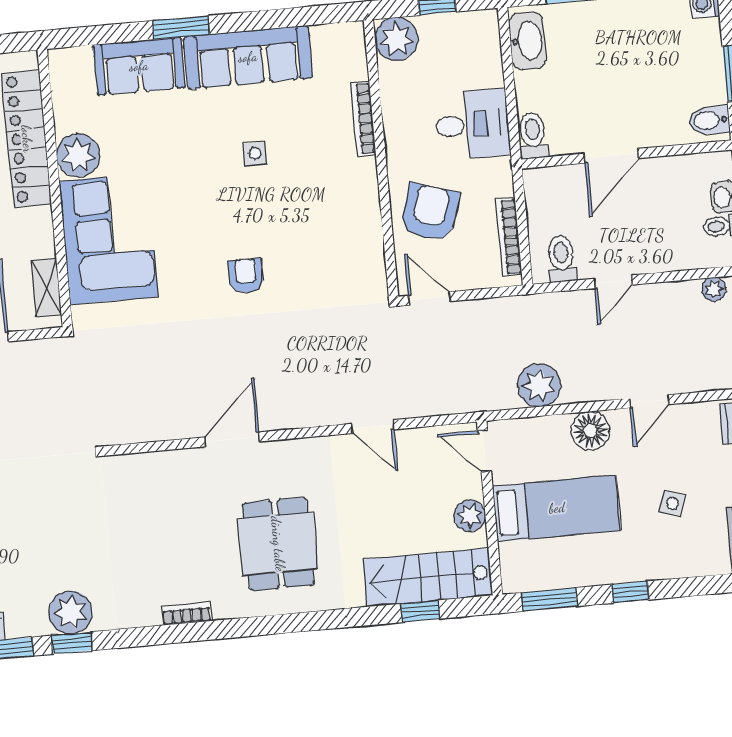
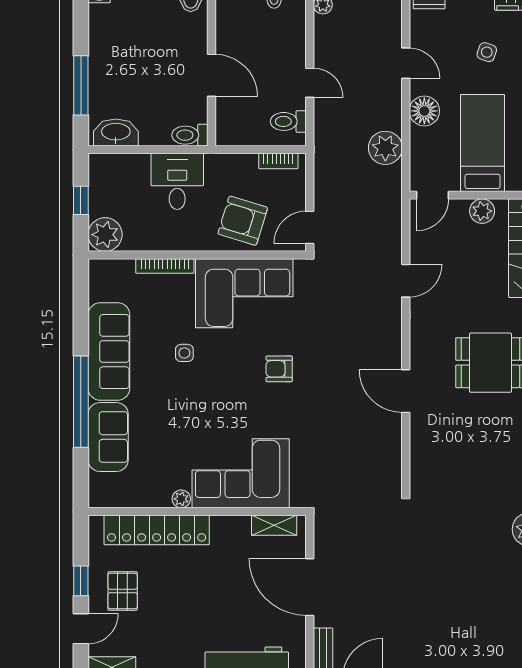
window: (181, 28) -> (81, 402), width x2.11
plant: (78, 155) -> (181, 499), width x0.53, depth x0.53
corner sofa: (338, 223) -> (244, 293), added
bookcase: (509, 237) -> (278, 161), width x0.64

